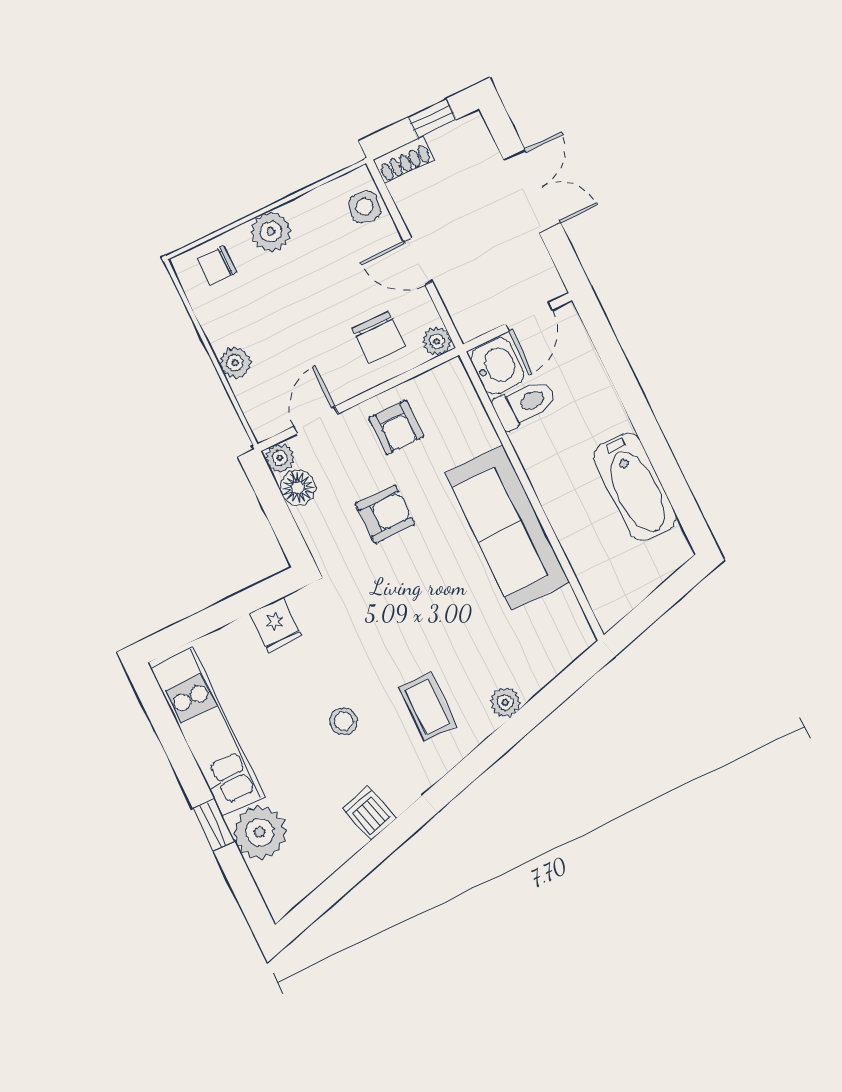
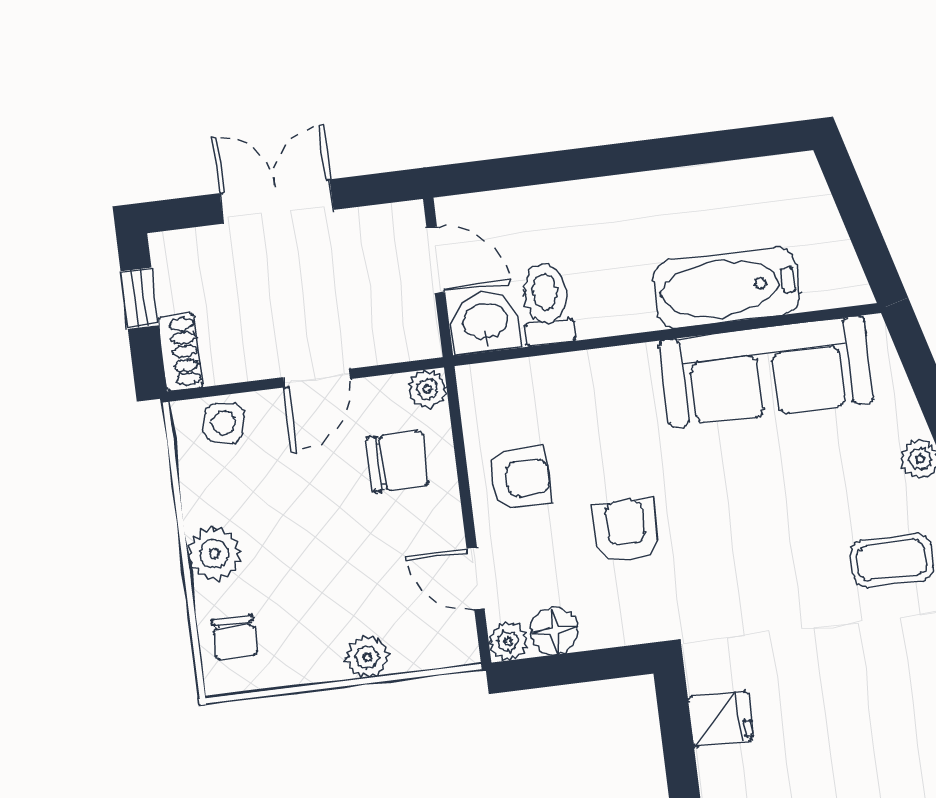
bathtub: (635, 487) -> (726, 288), moved, turned 180
sofa: (507, 528) -> (766, 372), moved
stool: (344, 721) -> (874, 674), removed

